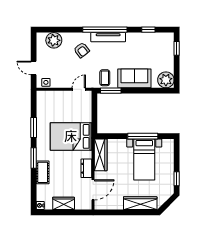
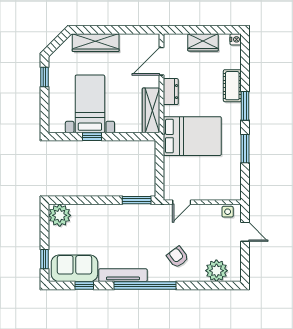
tv unit: (108, 37) -> (123, 275), moved
coffee table: (105, 78) -> (145, 218), removed
sofa: (134, 78) -> (74, 268), moved, turned 180
window: (143, 136) -> (92, 137), width x0.46

